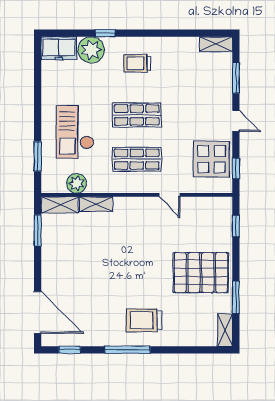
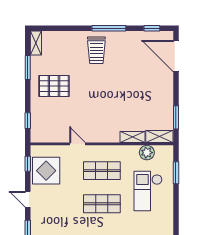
checkout: (75, 132) -> (148, 191), turned 180
pallet: (201, 273) -> (54, 86), width x0.73, depth x0.71
trolley: (144, 320) -> (96, 50), turned 90

